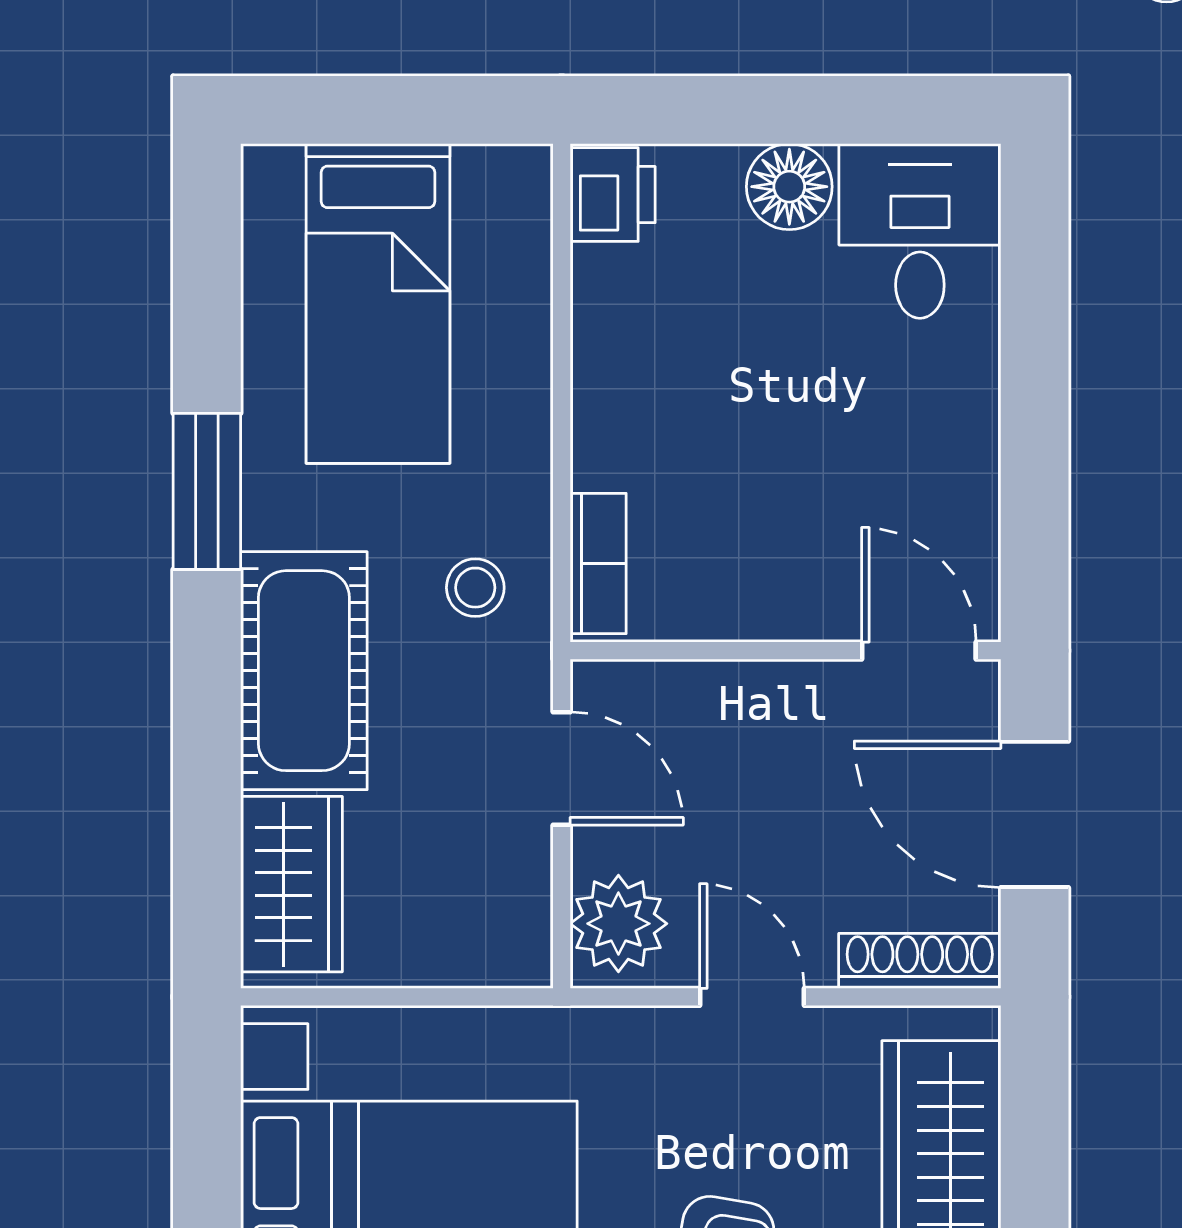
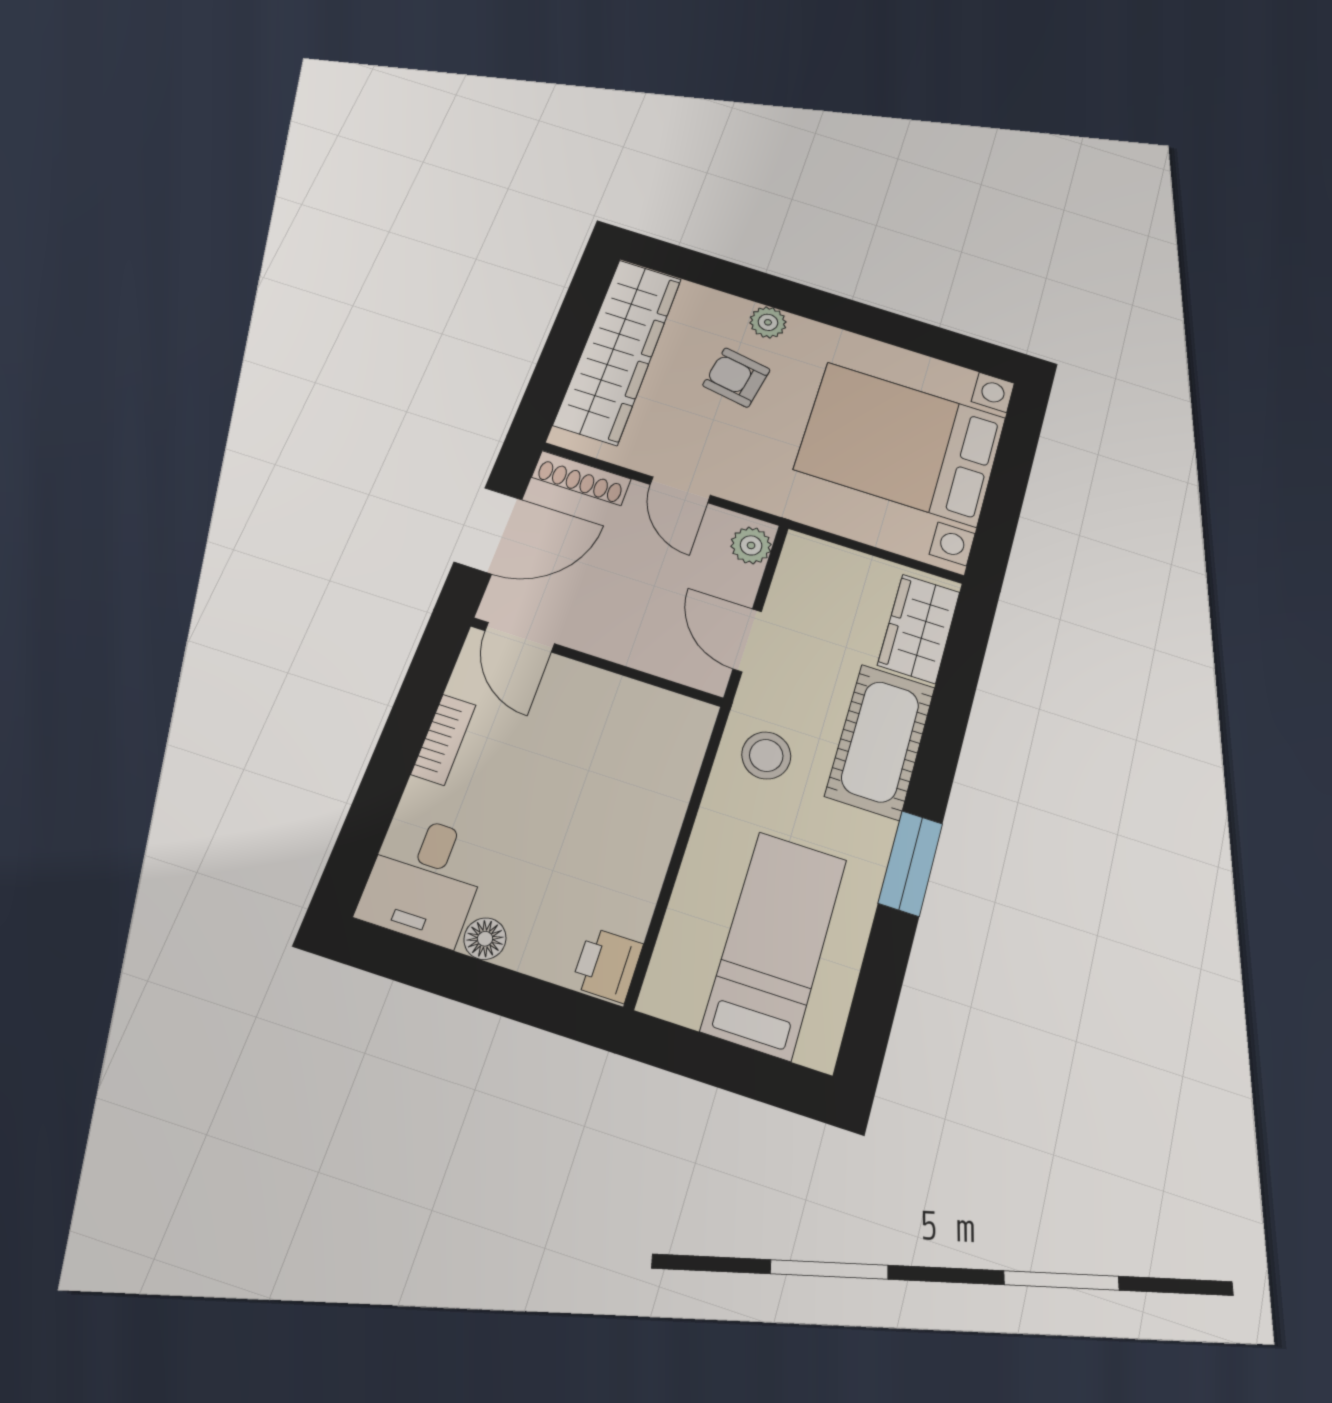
floor lamp: (789, 187) -> (485, 939), width x0.73, depth x0.73
bookcase: (598, 563) -> (444, 740), moved, turned 180
stool: (475, 588) -> (766, 755), width x1.37, depth x1.37
door: (1035, 814) -> (488, 531), hinge flipped
plant: (618, 924) -> (751, 545), width x0.73, depth x0.73

